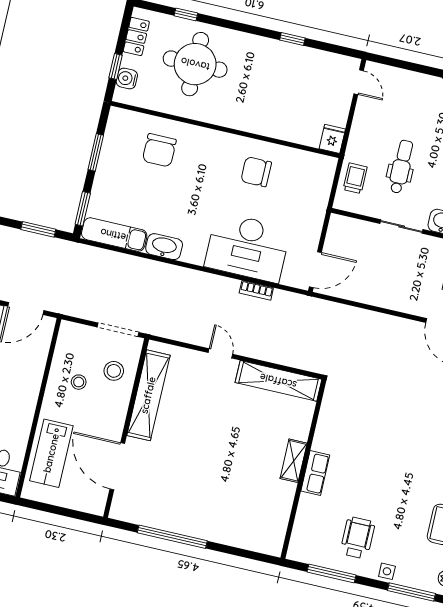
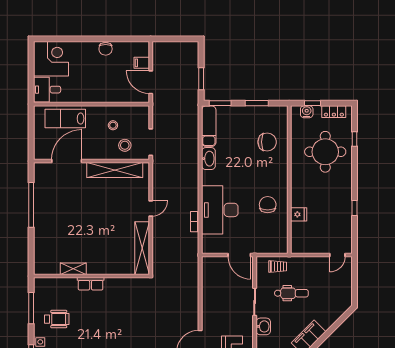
fridge: (332, 139) -> (299, 214), moved
chair: (159, 150) -> (267, 142), turned 180
door: (315, 270) -> (239, 255), moved
shelving: (294, 461) -> (73, 269), moved

